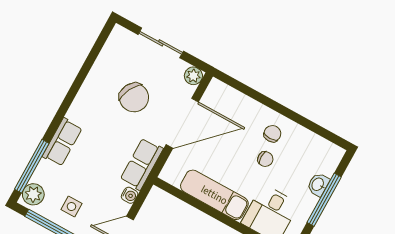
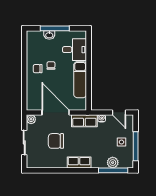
chair: (134, 98) -> (56, 141), turned -117
row of seats: (62, 142) -> (79, 162), moved
plant: (33, 194) -> (113, 163), moved

